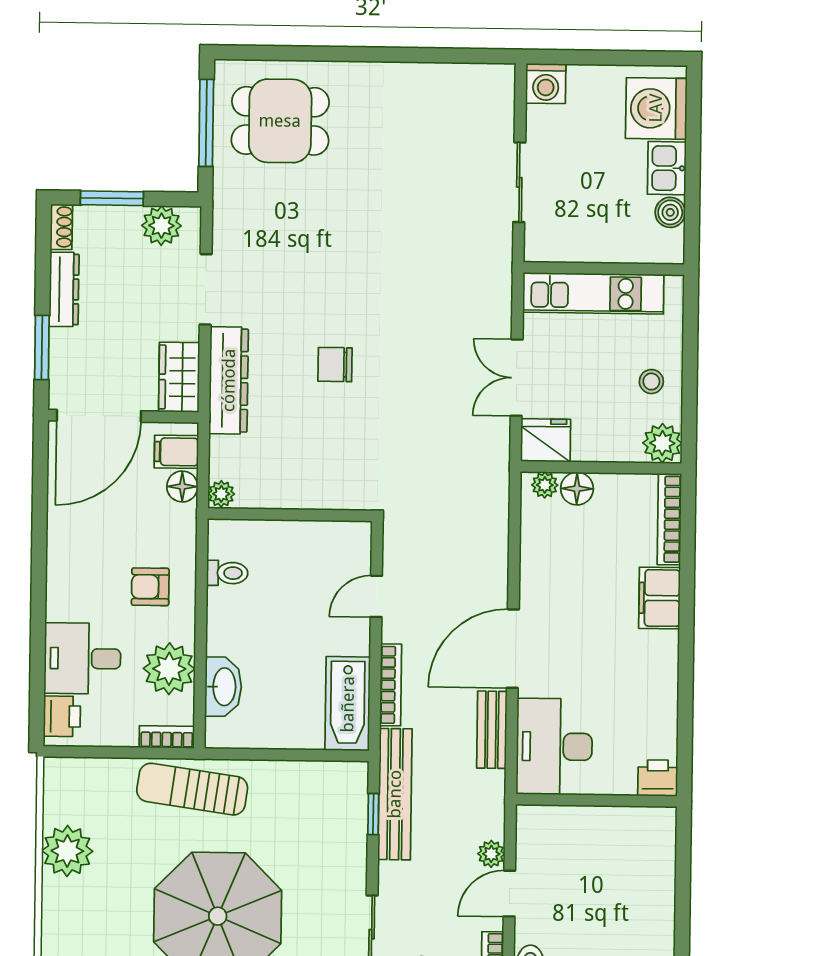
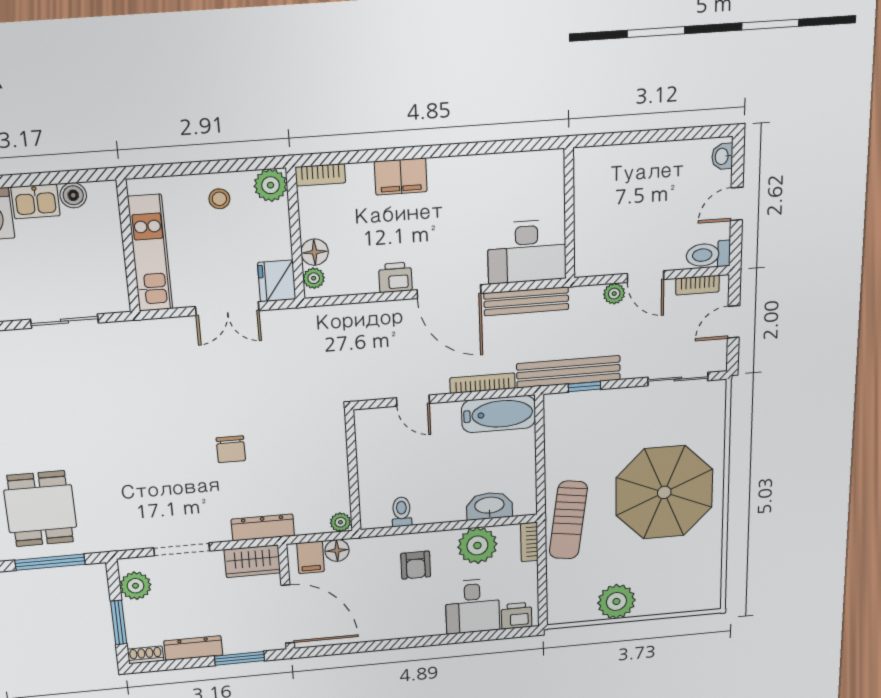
dresser: (229, 380) -> (263, 527), width x0.73, depth x0.80
bookcase: (669, 519) -> (320, 175), width x0.64
bench: (492, 730) -> (526, 301), width x1.36
printer: (658, 778) -> (395, 277), moved, turned 90

